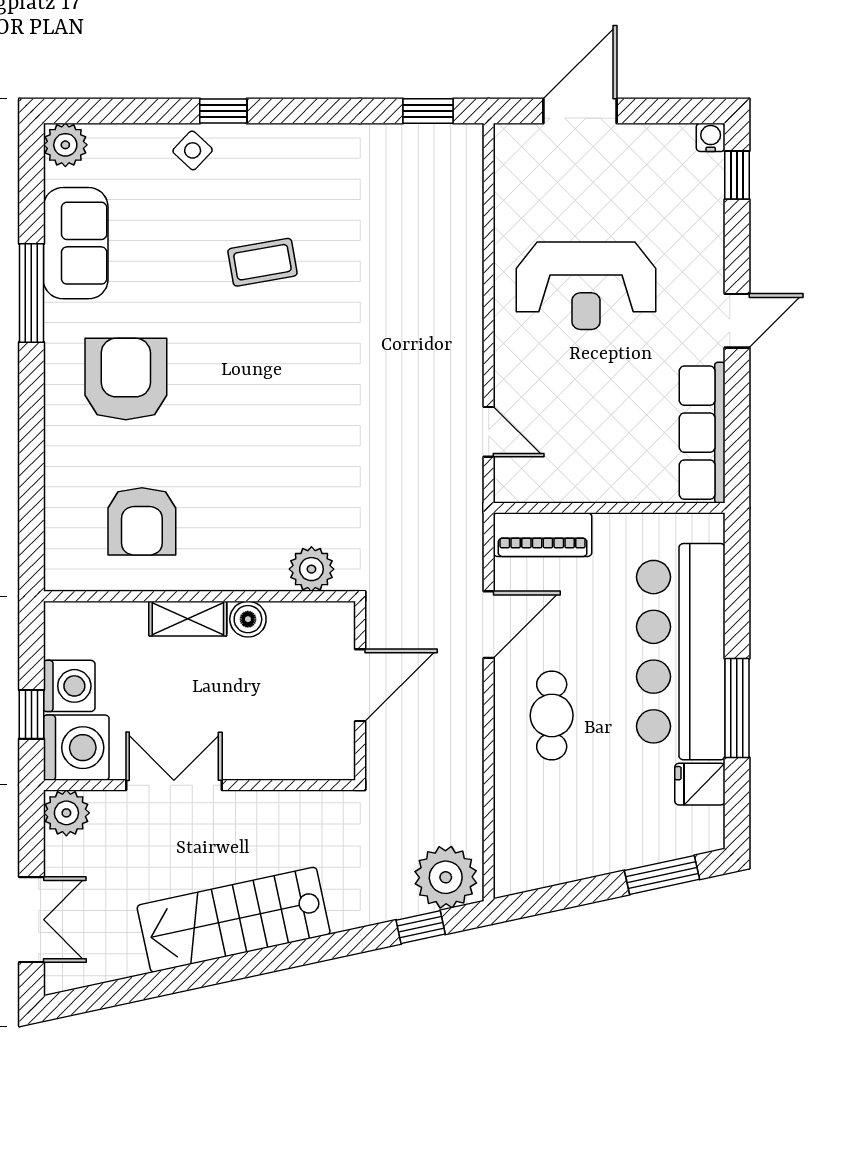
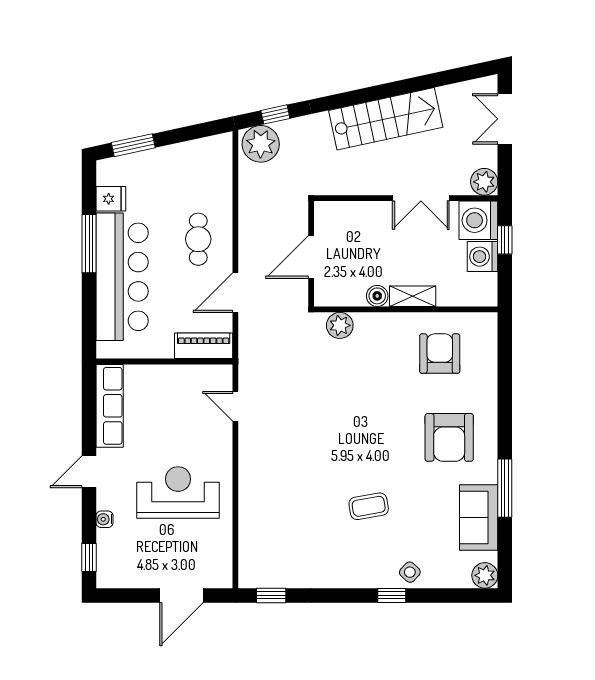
water cooler: (711, 137) -> (105, 519), moved, turned 90

